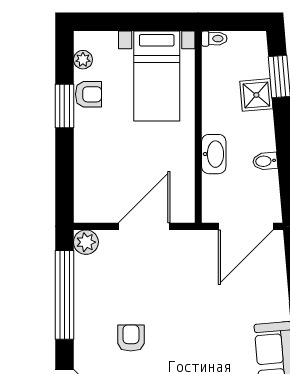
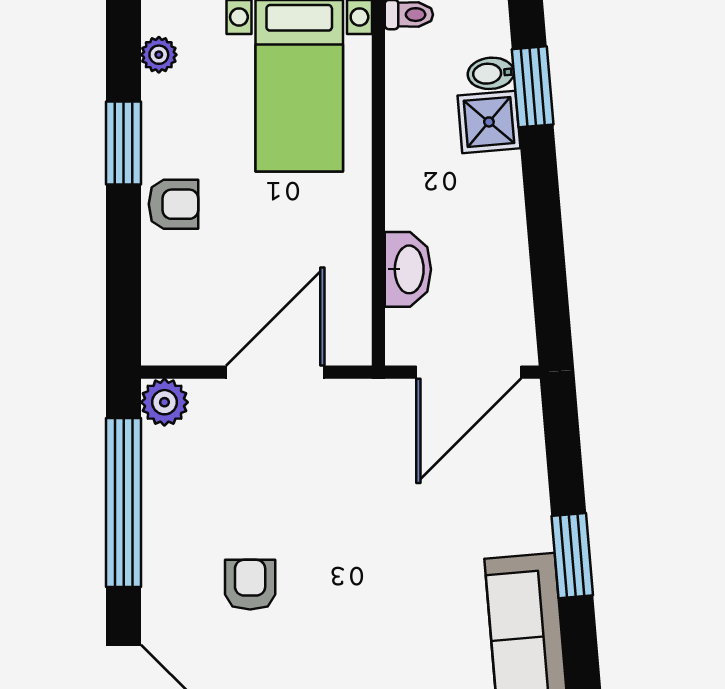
armchair: (88, 94) -> (174, 204), moved
washbasin: (214, 154) -> (408, 269), moved
bidet: (265, 161) -> (491, 73), moved

